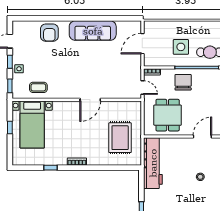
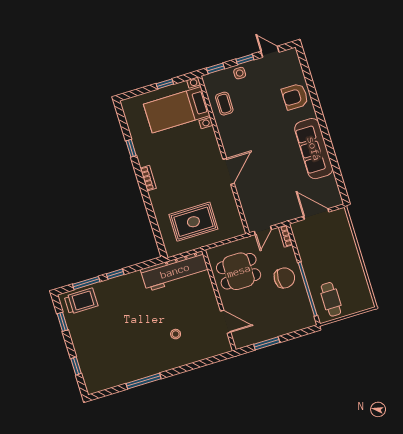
side table: (181, 47) -> (327, 262), removed
door: (90, 100) -> (229, 171), swing flipped

